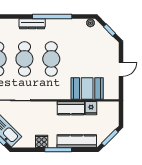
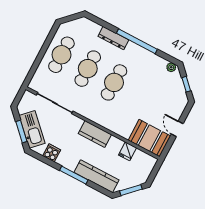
door: (121, 69) -> (177, 129), swing flipped
booth: (87, 88) -> (149, 138), moved
kitchen counter: (71, 108) -> (95, 134), moved
cooker: (42, 141) -> (52, 153), moved

